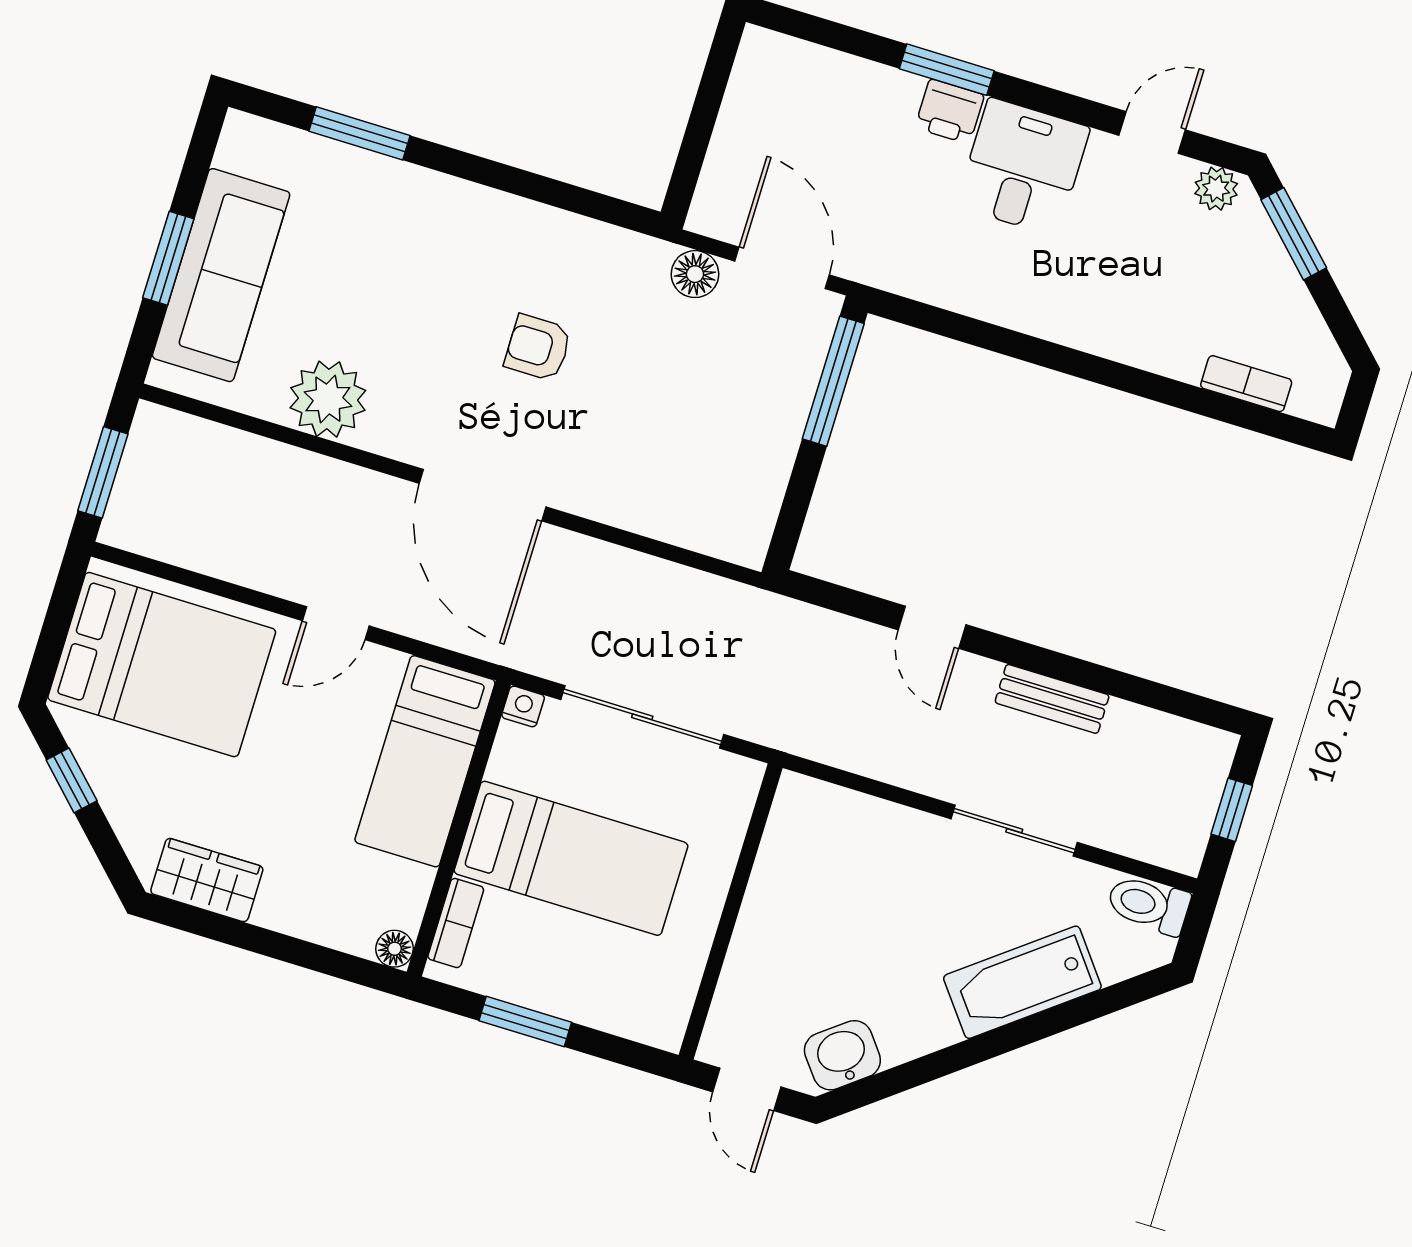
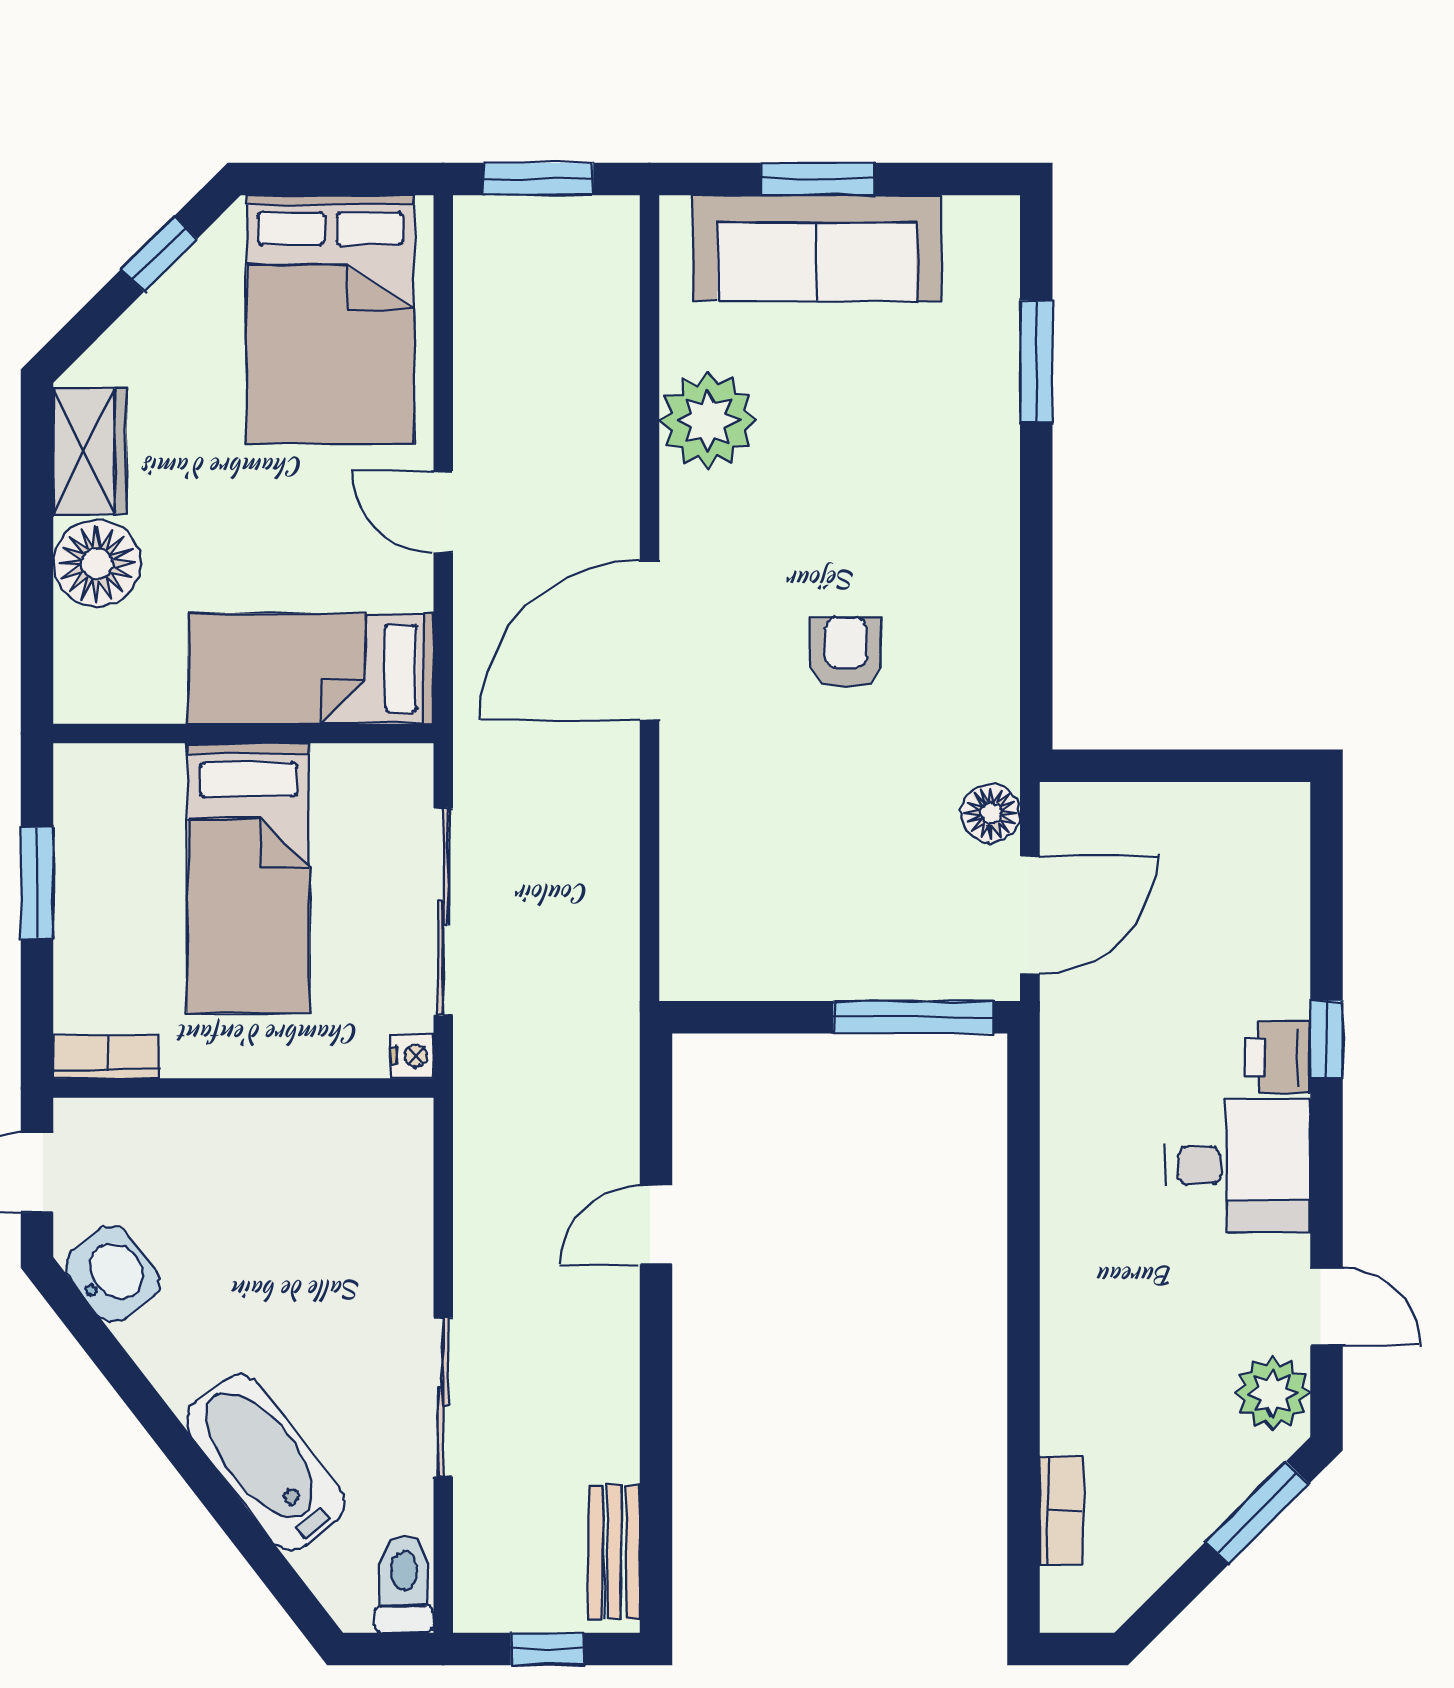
window: (947, 70) -> (1327, 1039), width x0.67
plant: (1216, 189) -> (1273, 1393), width x1.38, depth x1.38
bench: (1052, 699) -> (614, 1552), moved
nightstand: (523, 706) -> (412, 1056), moved
bookcase: (456, 923) -> (106, 1057), moved, turned 180
floor lamp: (394, 949) -> (97, 564), moved, width x1.89, depth x1.89

